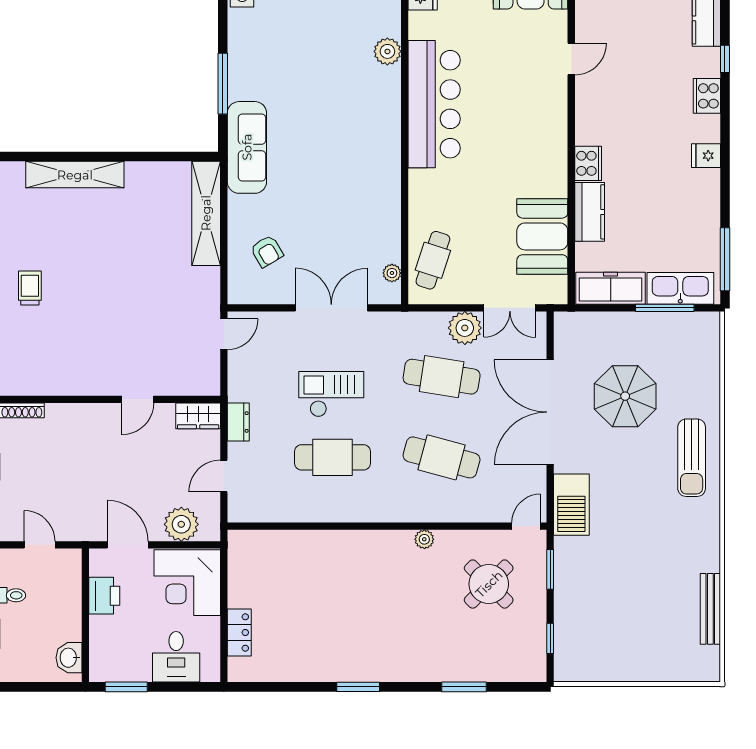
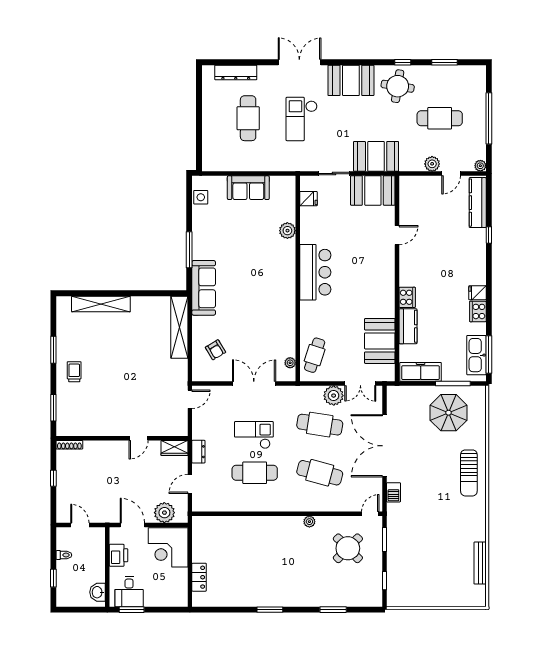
cooker: (707, 96) -> (478, 311), moved
bar counter: (434, 104) -> (315, 272), width x0.73
kitchen sink: (680, 288) -> (476, 355), moved, turned -90
parasol: (625, 396) -> (449, 413), moved
barbecue: (571, 505) -> (393, 492), width x0.53, depth x0.65
desk: (176, 657) -> (129, 592), moved

